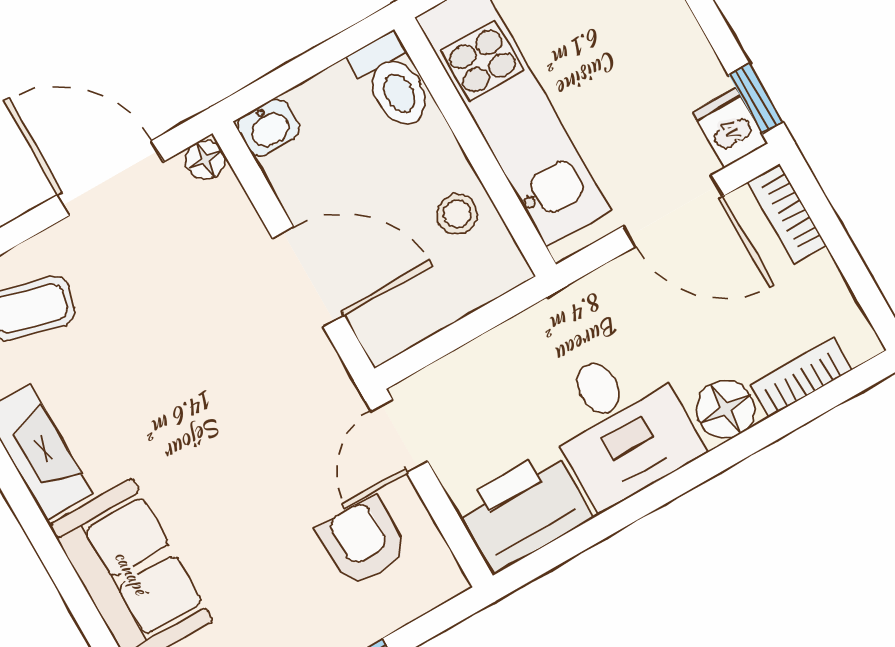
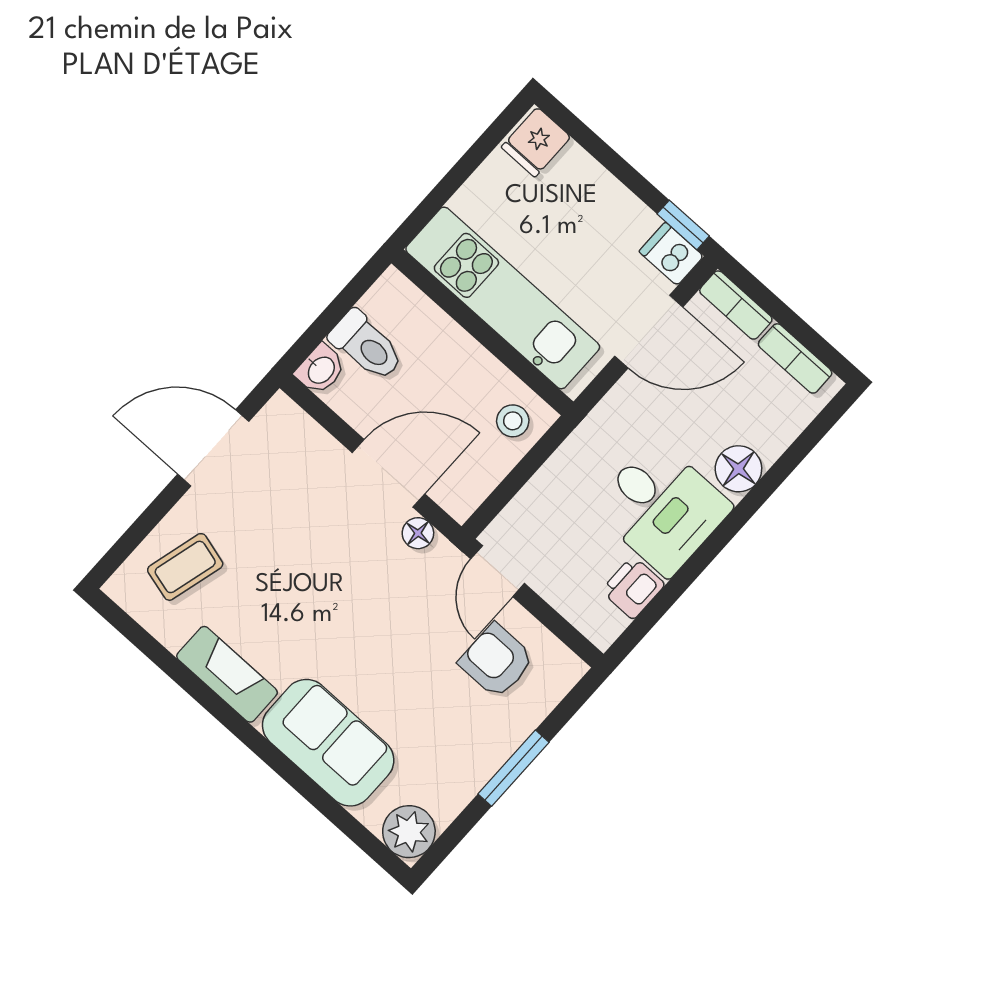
toilet: (393, 82) -> (366, 346), moved
floor lamp: (205, 160) -> (418, 533), moved
stool: (457, 214) -> (513, 421), moved
bookcase: (801, 377) -> (795, 358), moved, turned -90
printer: (524, 510) -> (633, 588), width x0.53, depth x0.68

